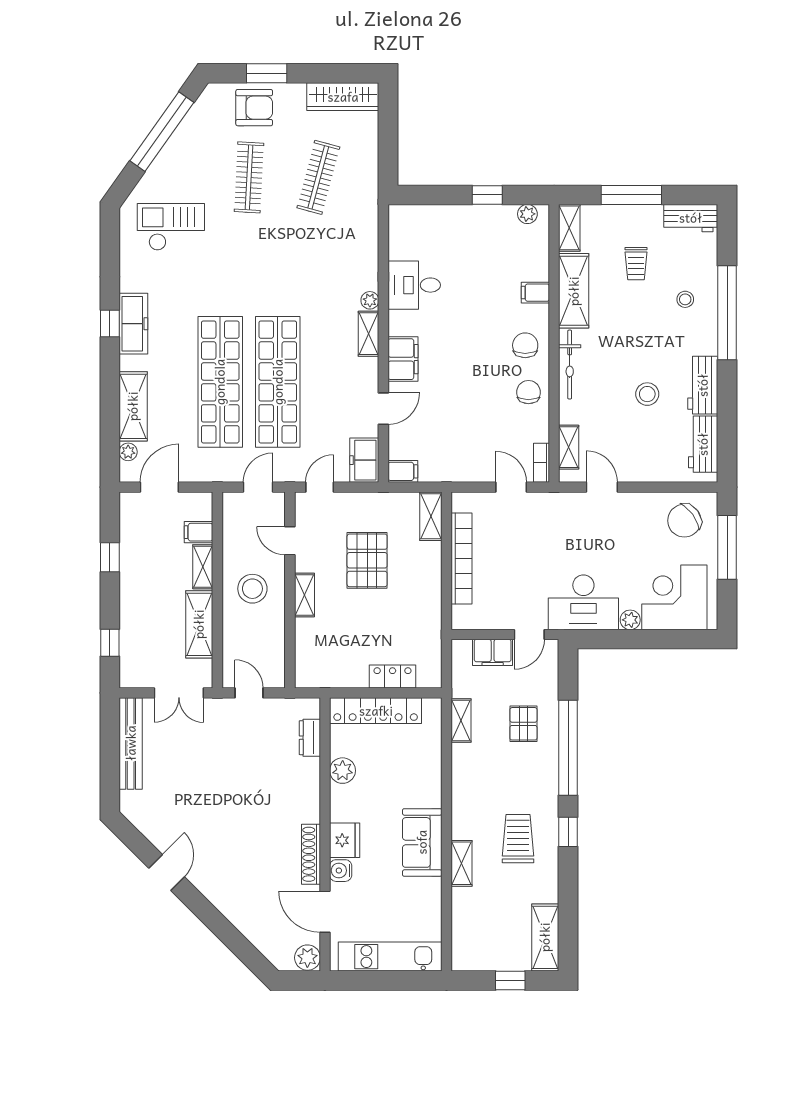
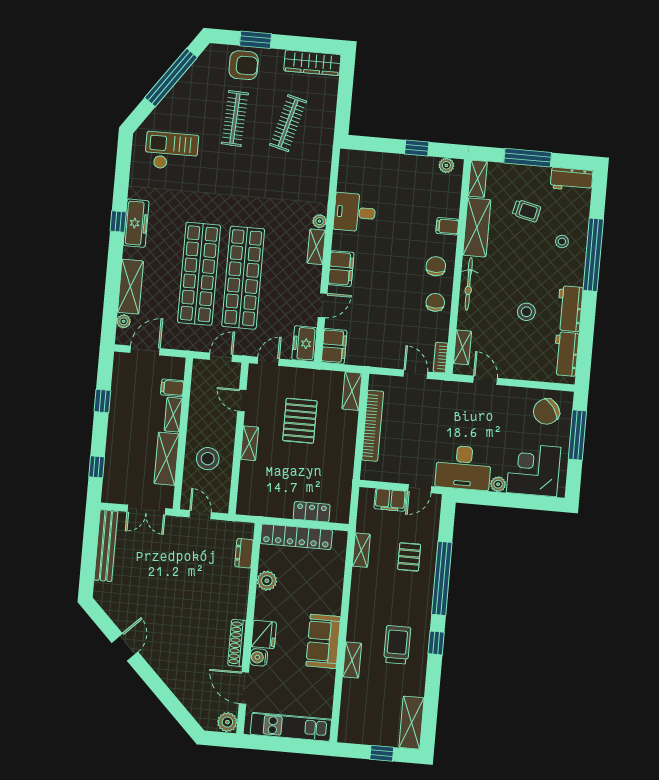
trolley: (636, 264) -> (527, 211), turned -77
filing cabinet: (403, 471) -> (334, 346), width x2.00
stool: (252, 589) -> (208, 459), moved

